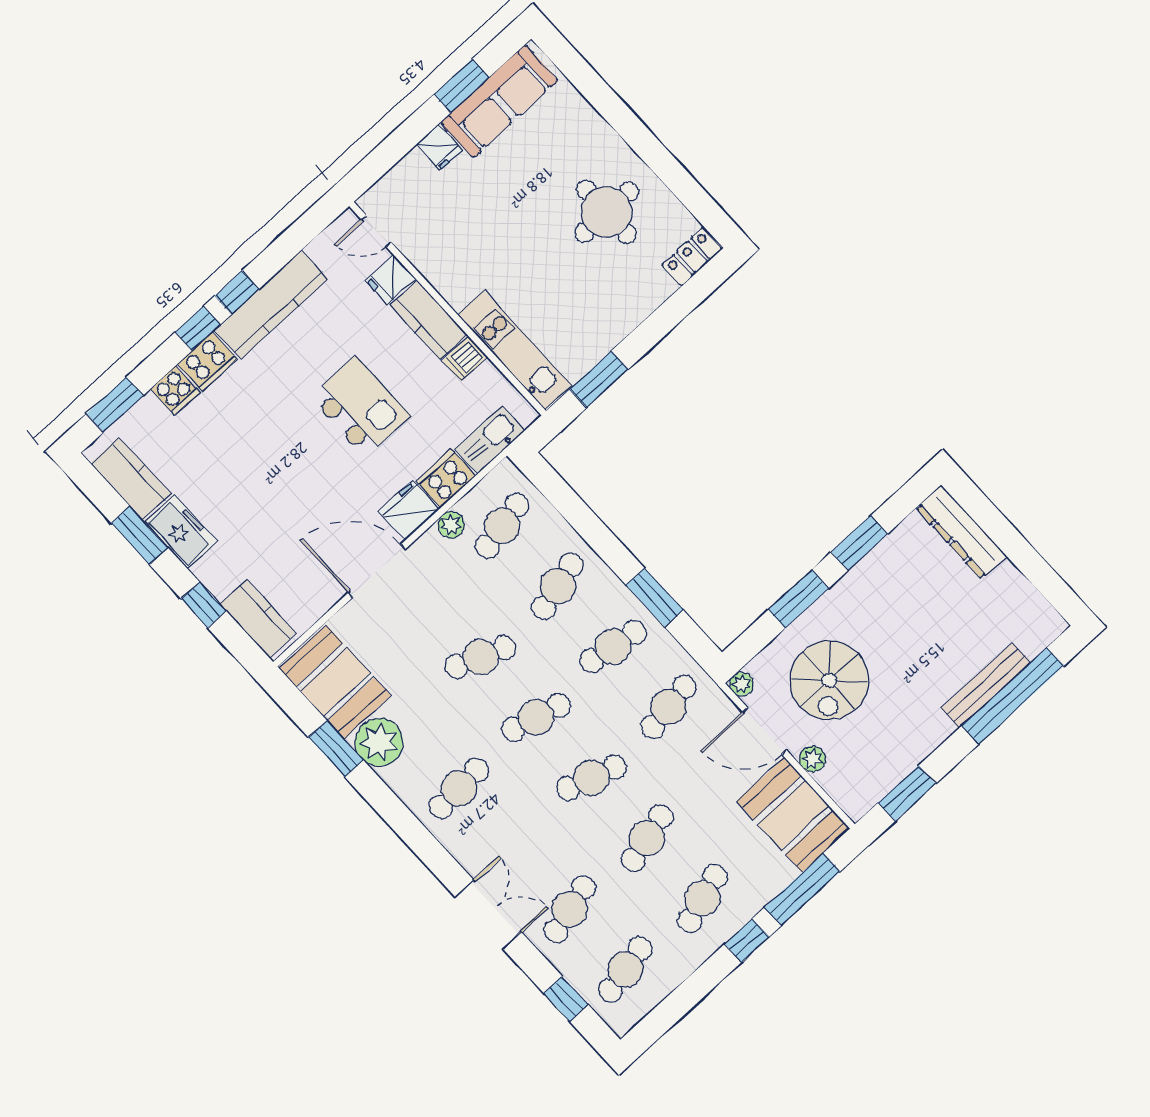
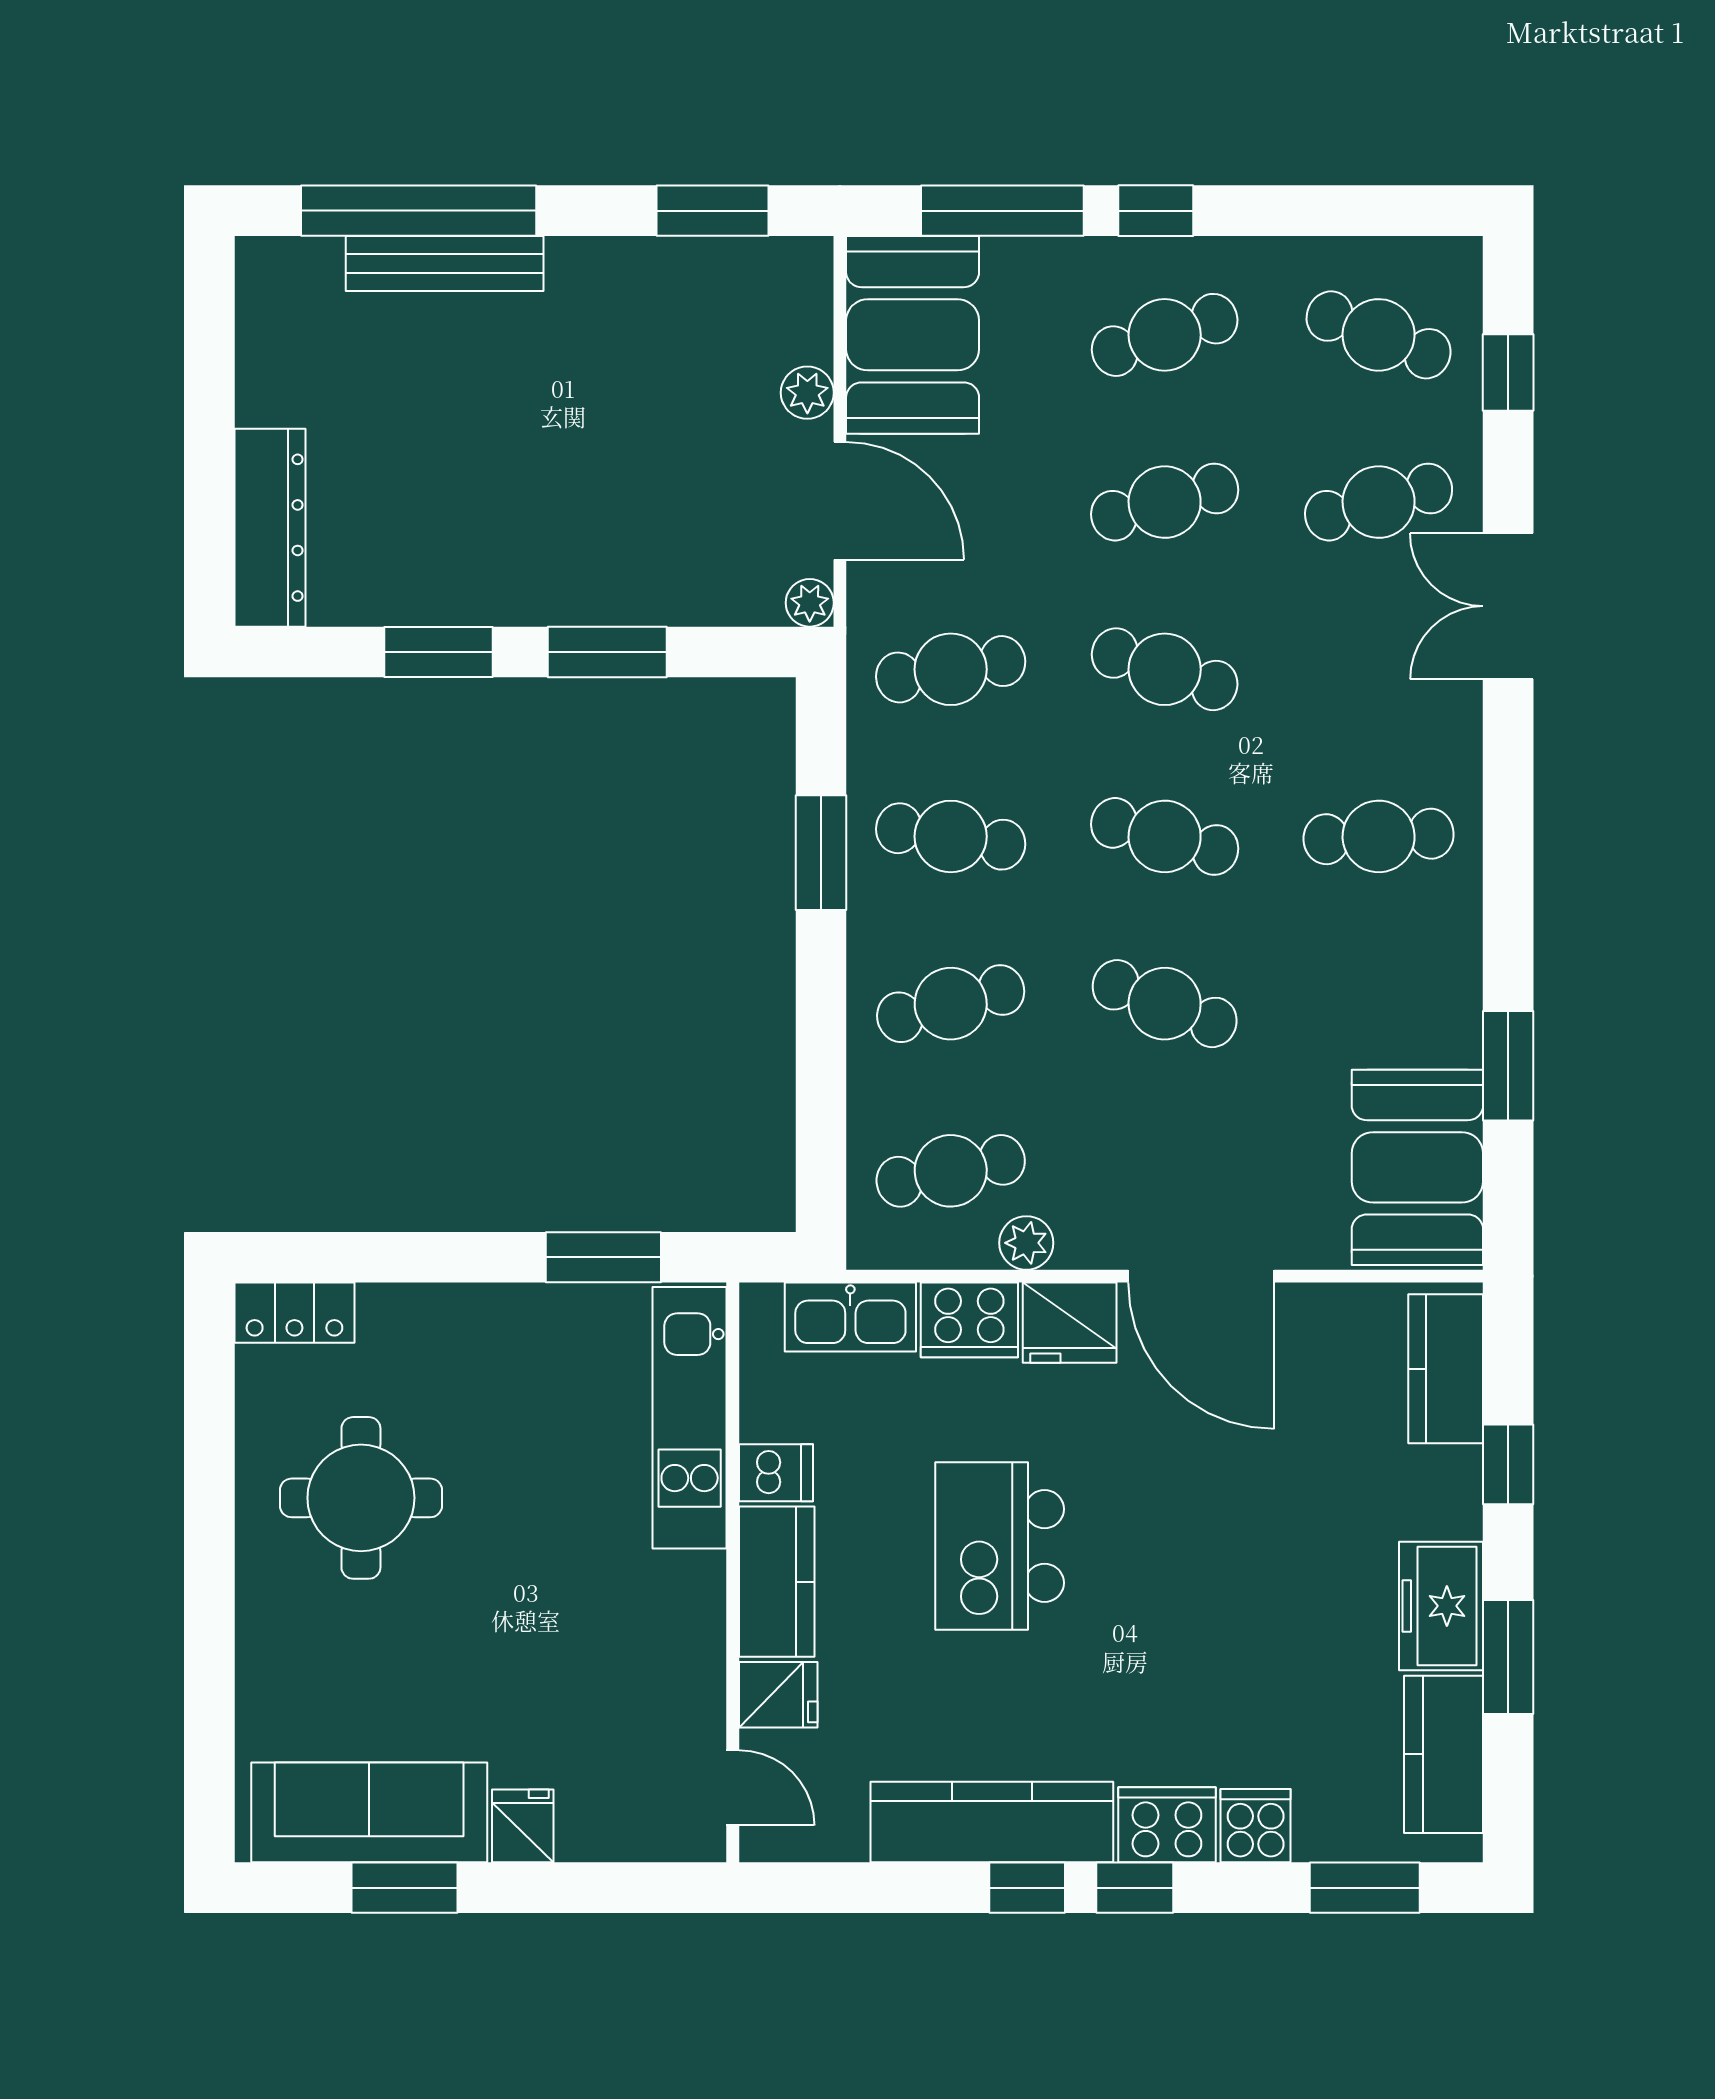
spiral stairs: (829, 680) -> (673, 488), removed
plant: (379, 742) -> (1434, 1016), removed
cafe table: (625, 969) -> (1379, 335), turned 33

